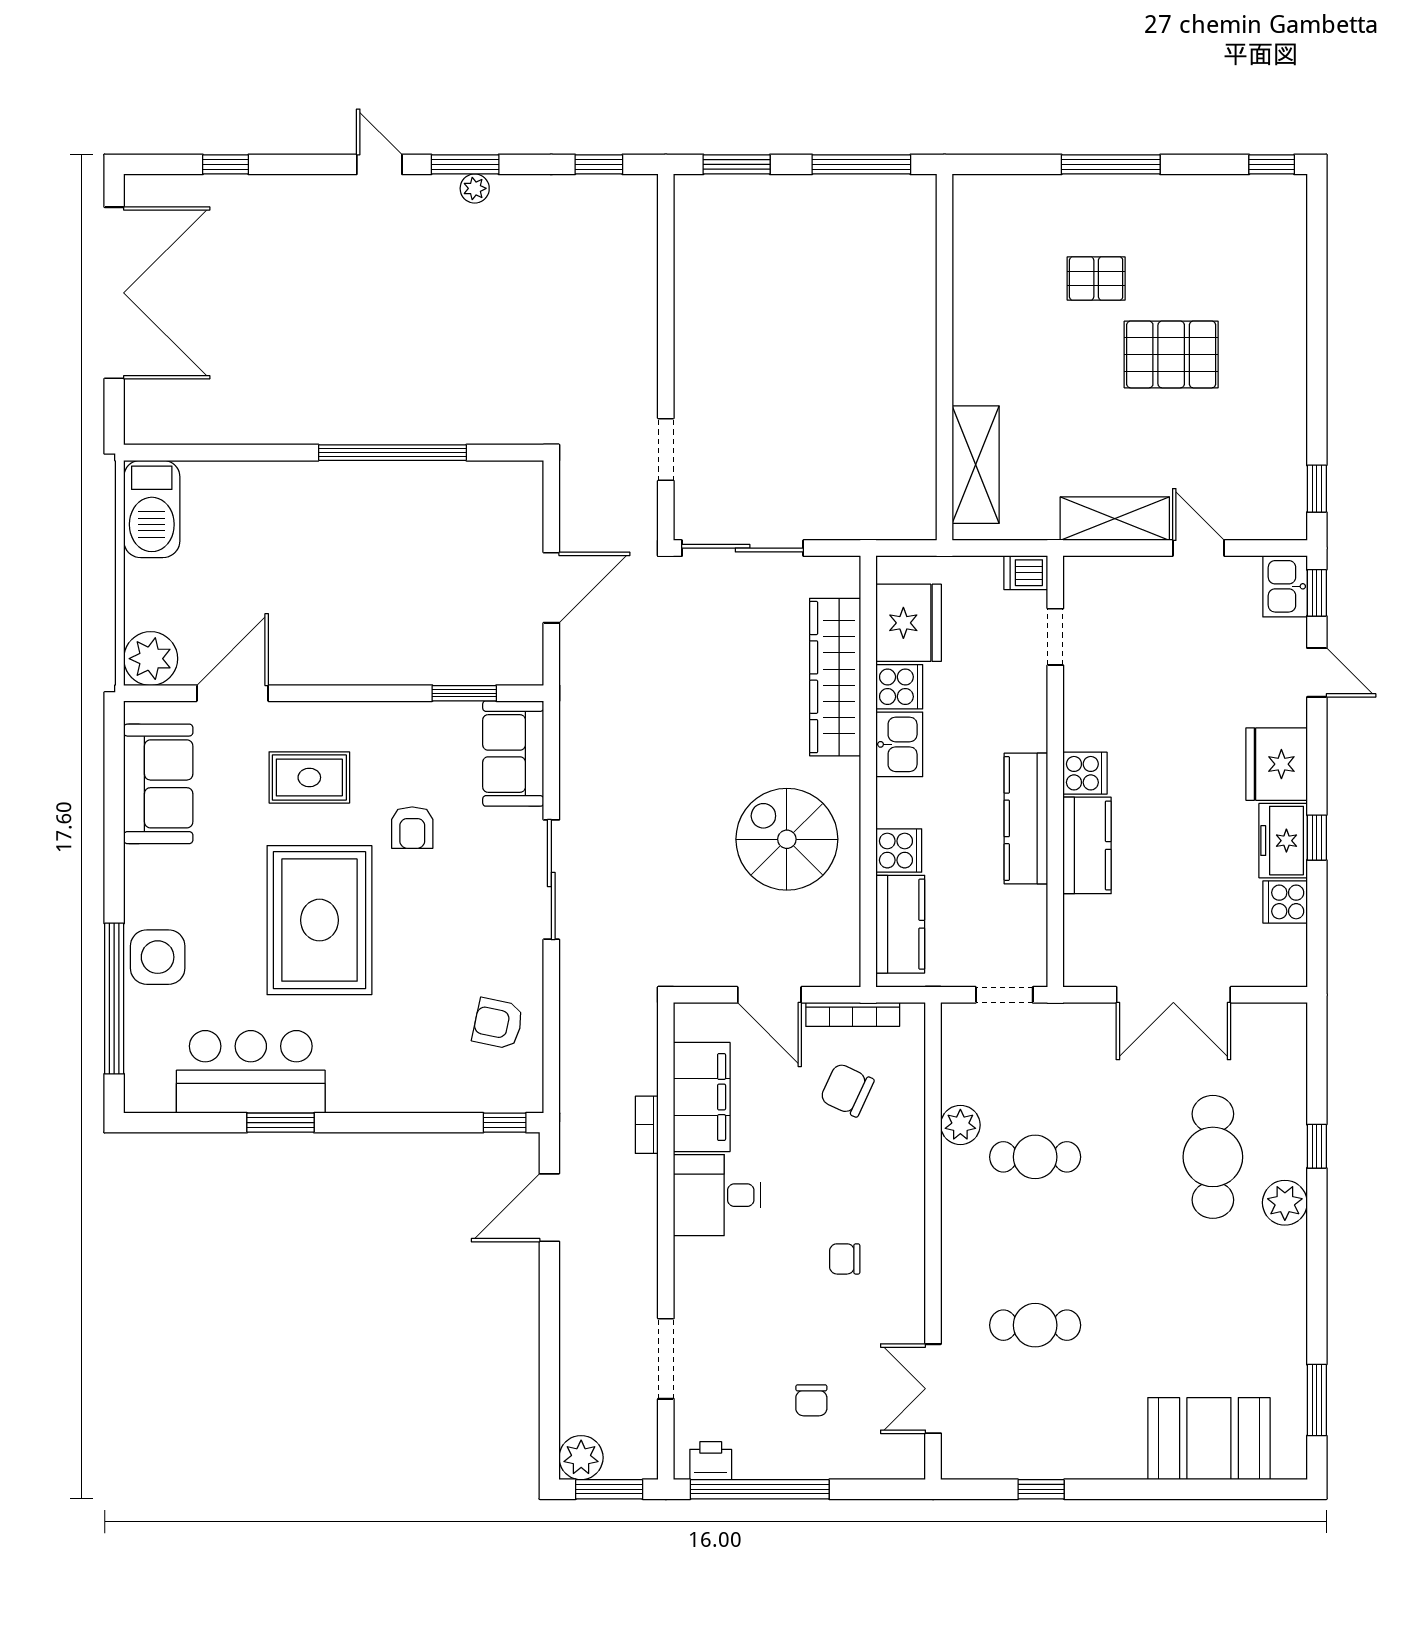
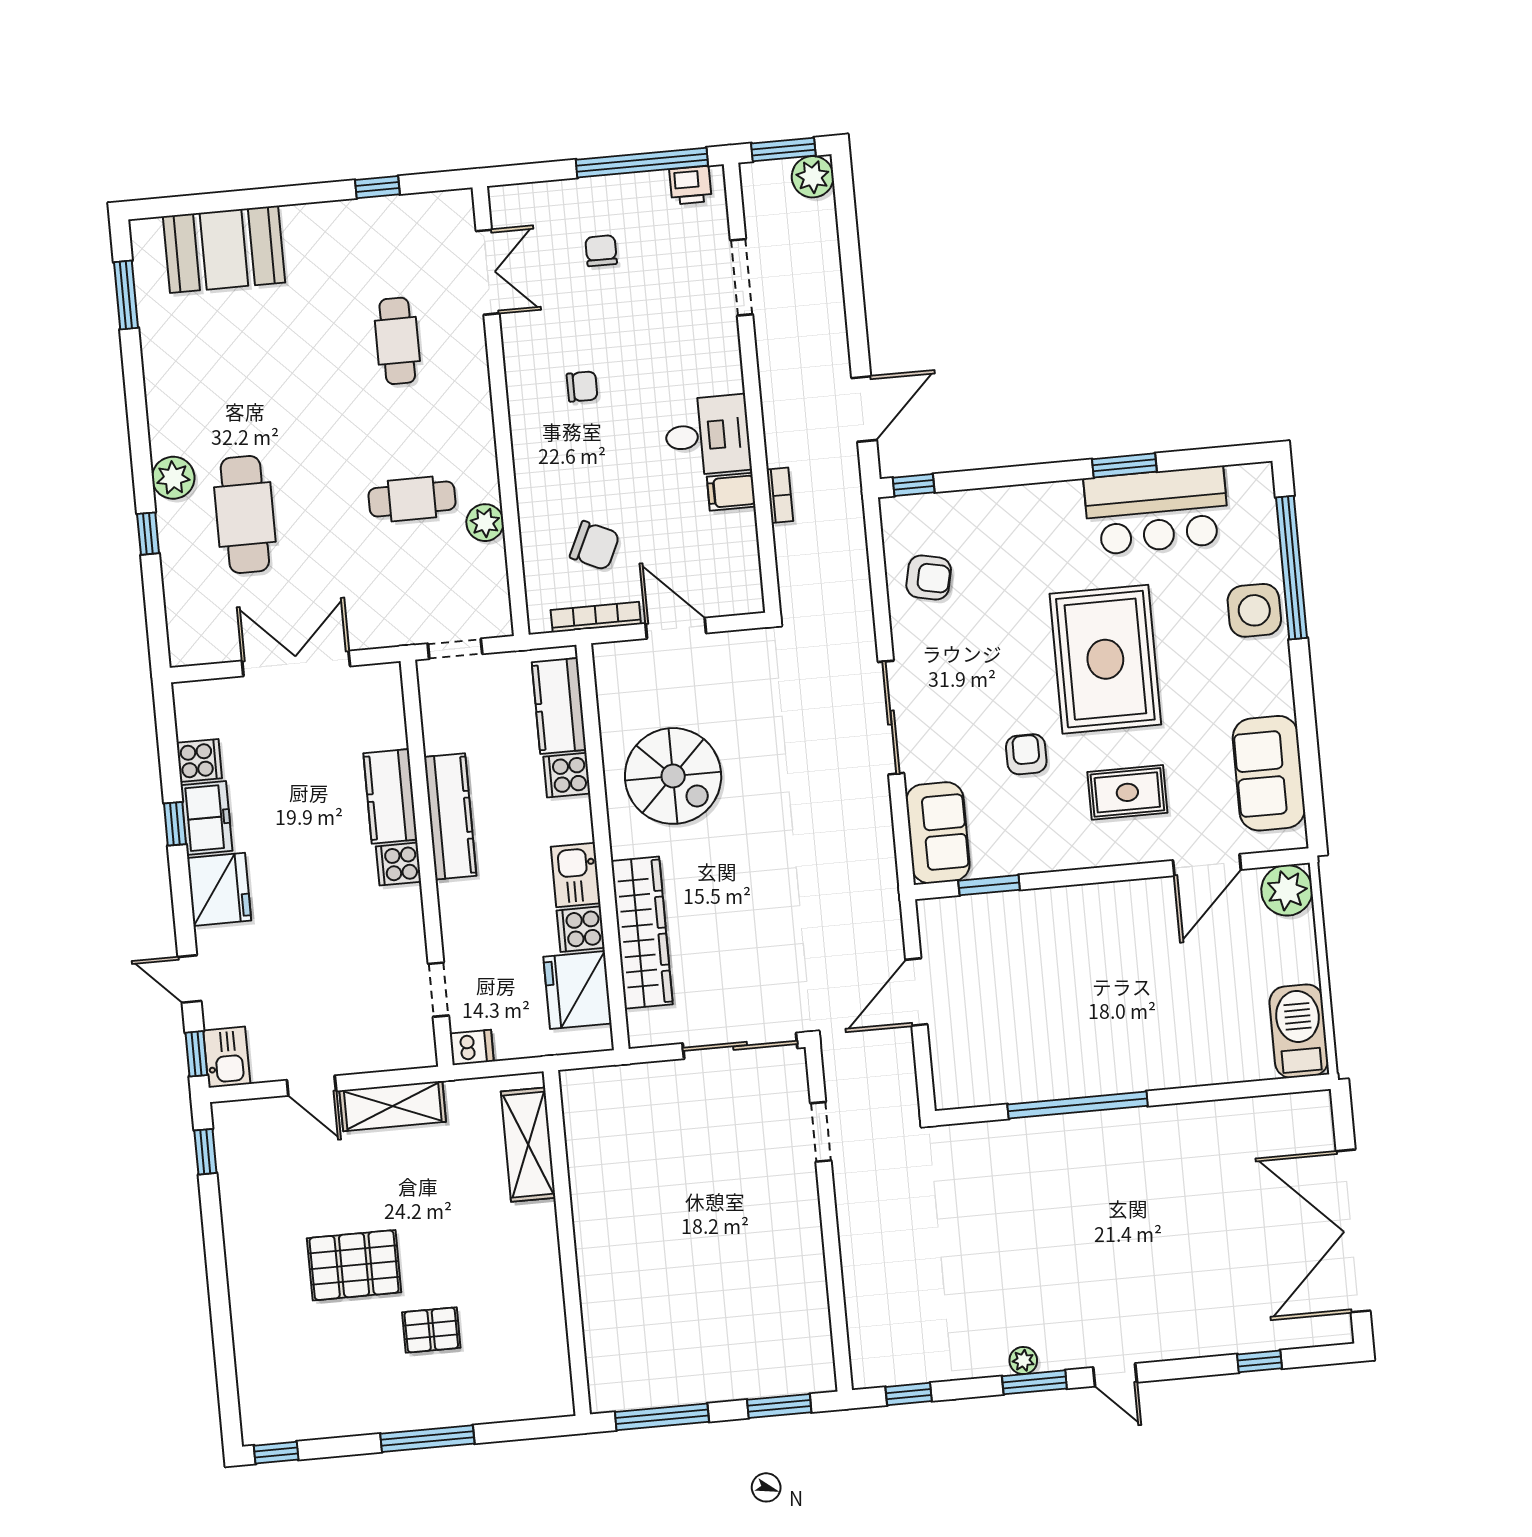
filing cabinet: (702, 1097) -> (731, 492), width x0.33, depth x0.86
cafe table: (1035, 1325) -> (397, 341), turned 90

